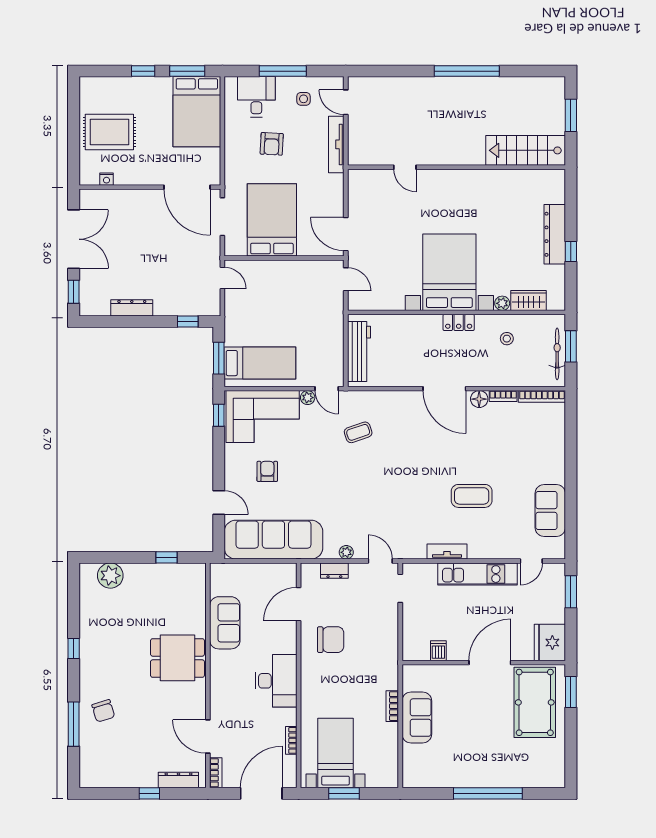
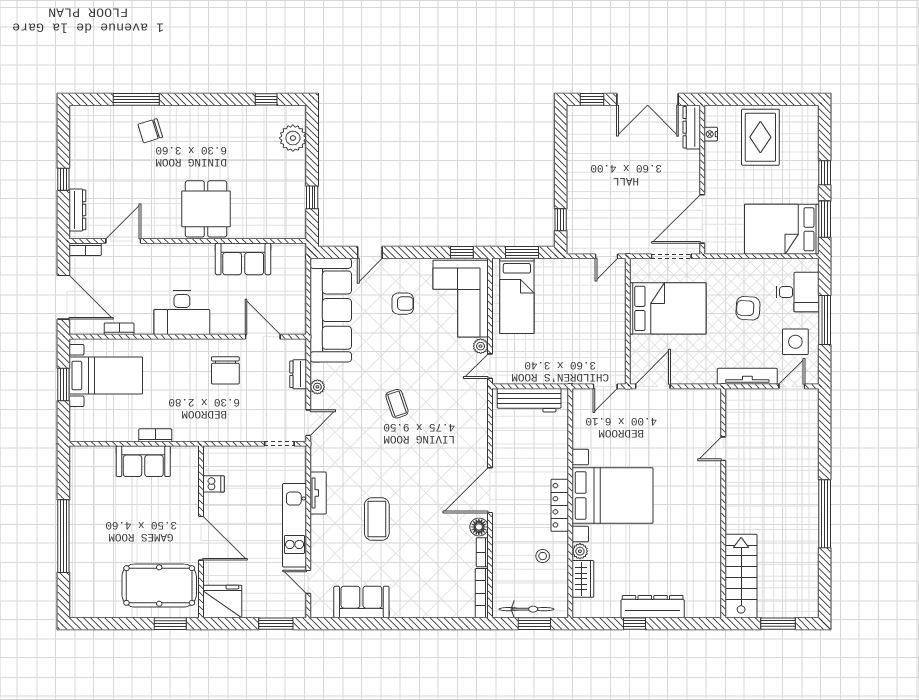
side table: (304, 99) -> (795, 342), width x1.87, depth x1.87
dresser: (132, 308) -> (692, 127), moved, turned 180
locker: (459, 322) -> (560, 505), width x1.53
coffee table: (358, 432) -> (397, 404), moved
window: (74, 649) -> (266, 99), moved

